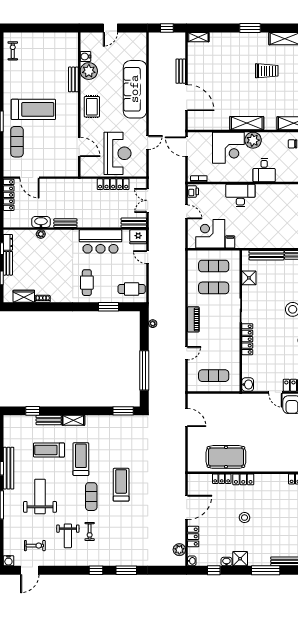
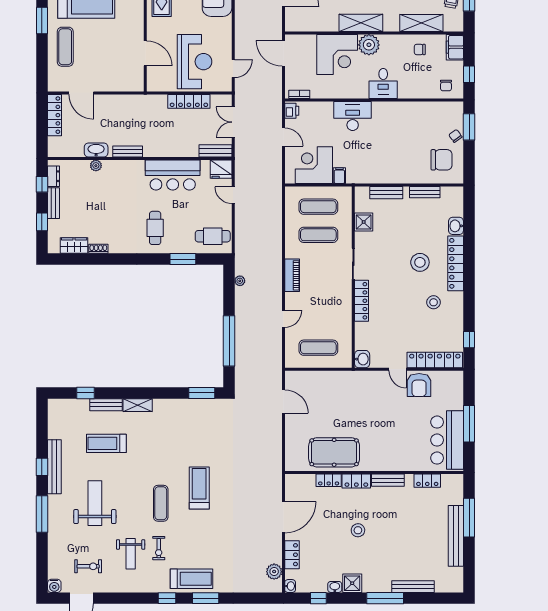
door: (148, 143) -> (233, 69), moved
bench: (266, 255) -> (386, 193), width x0.73
treadmill: (81, 459) -> (191, 579), moved, turned 90
bench: (268, 479) -> (388, 480), added

